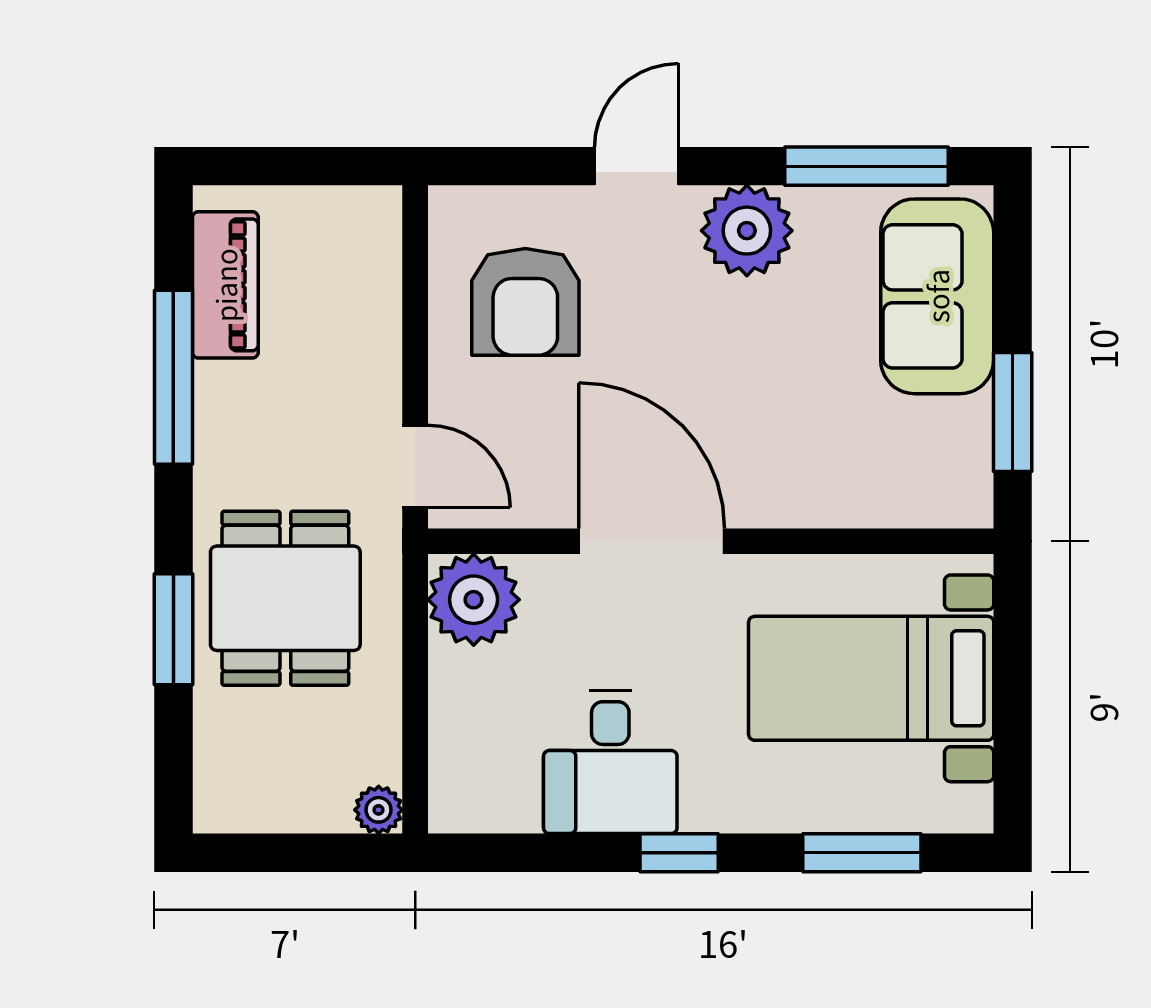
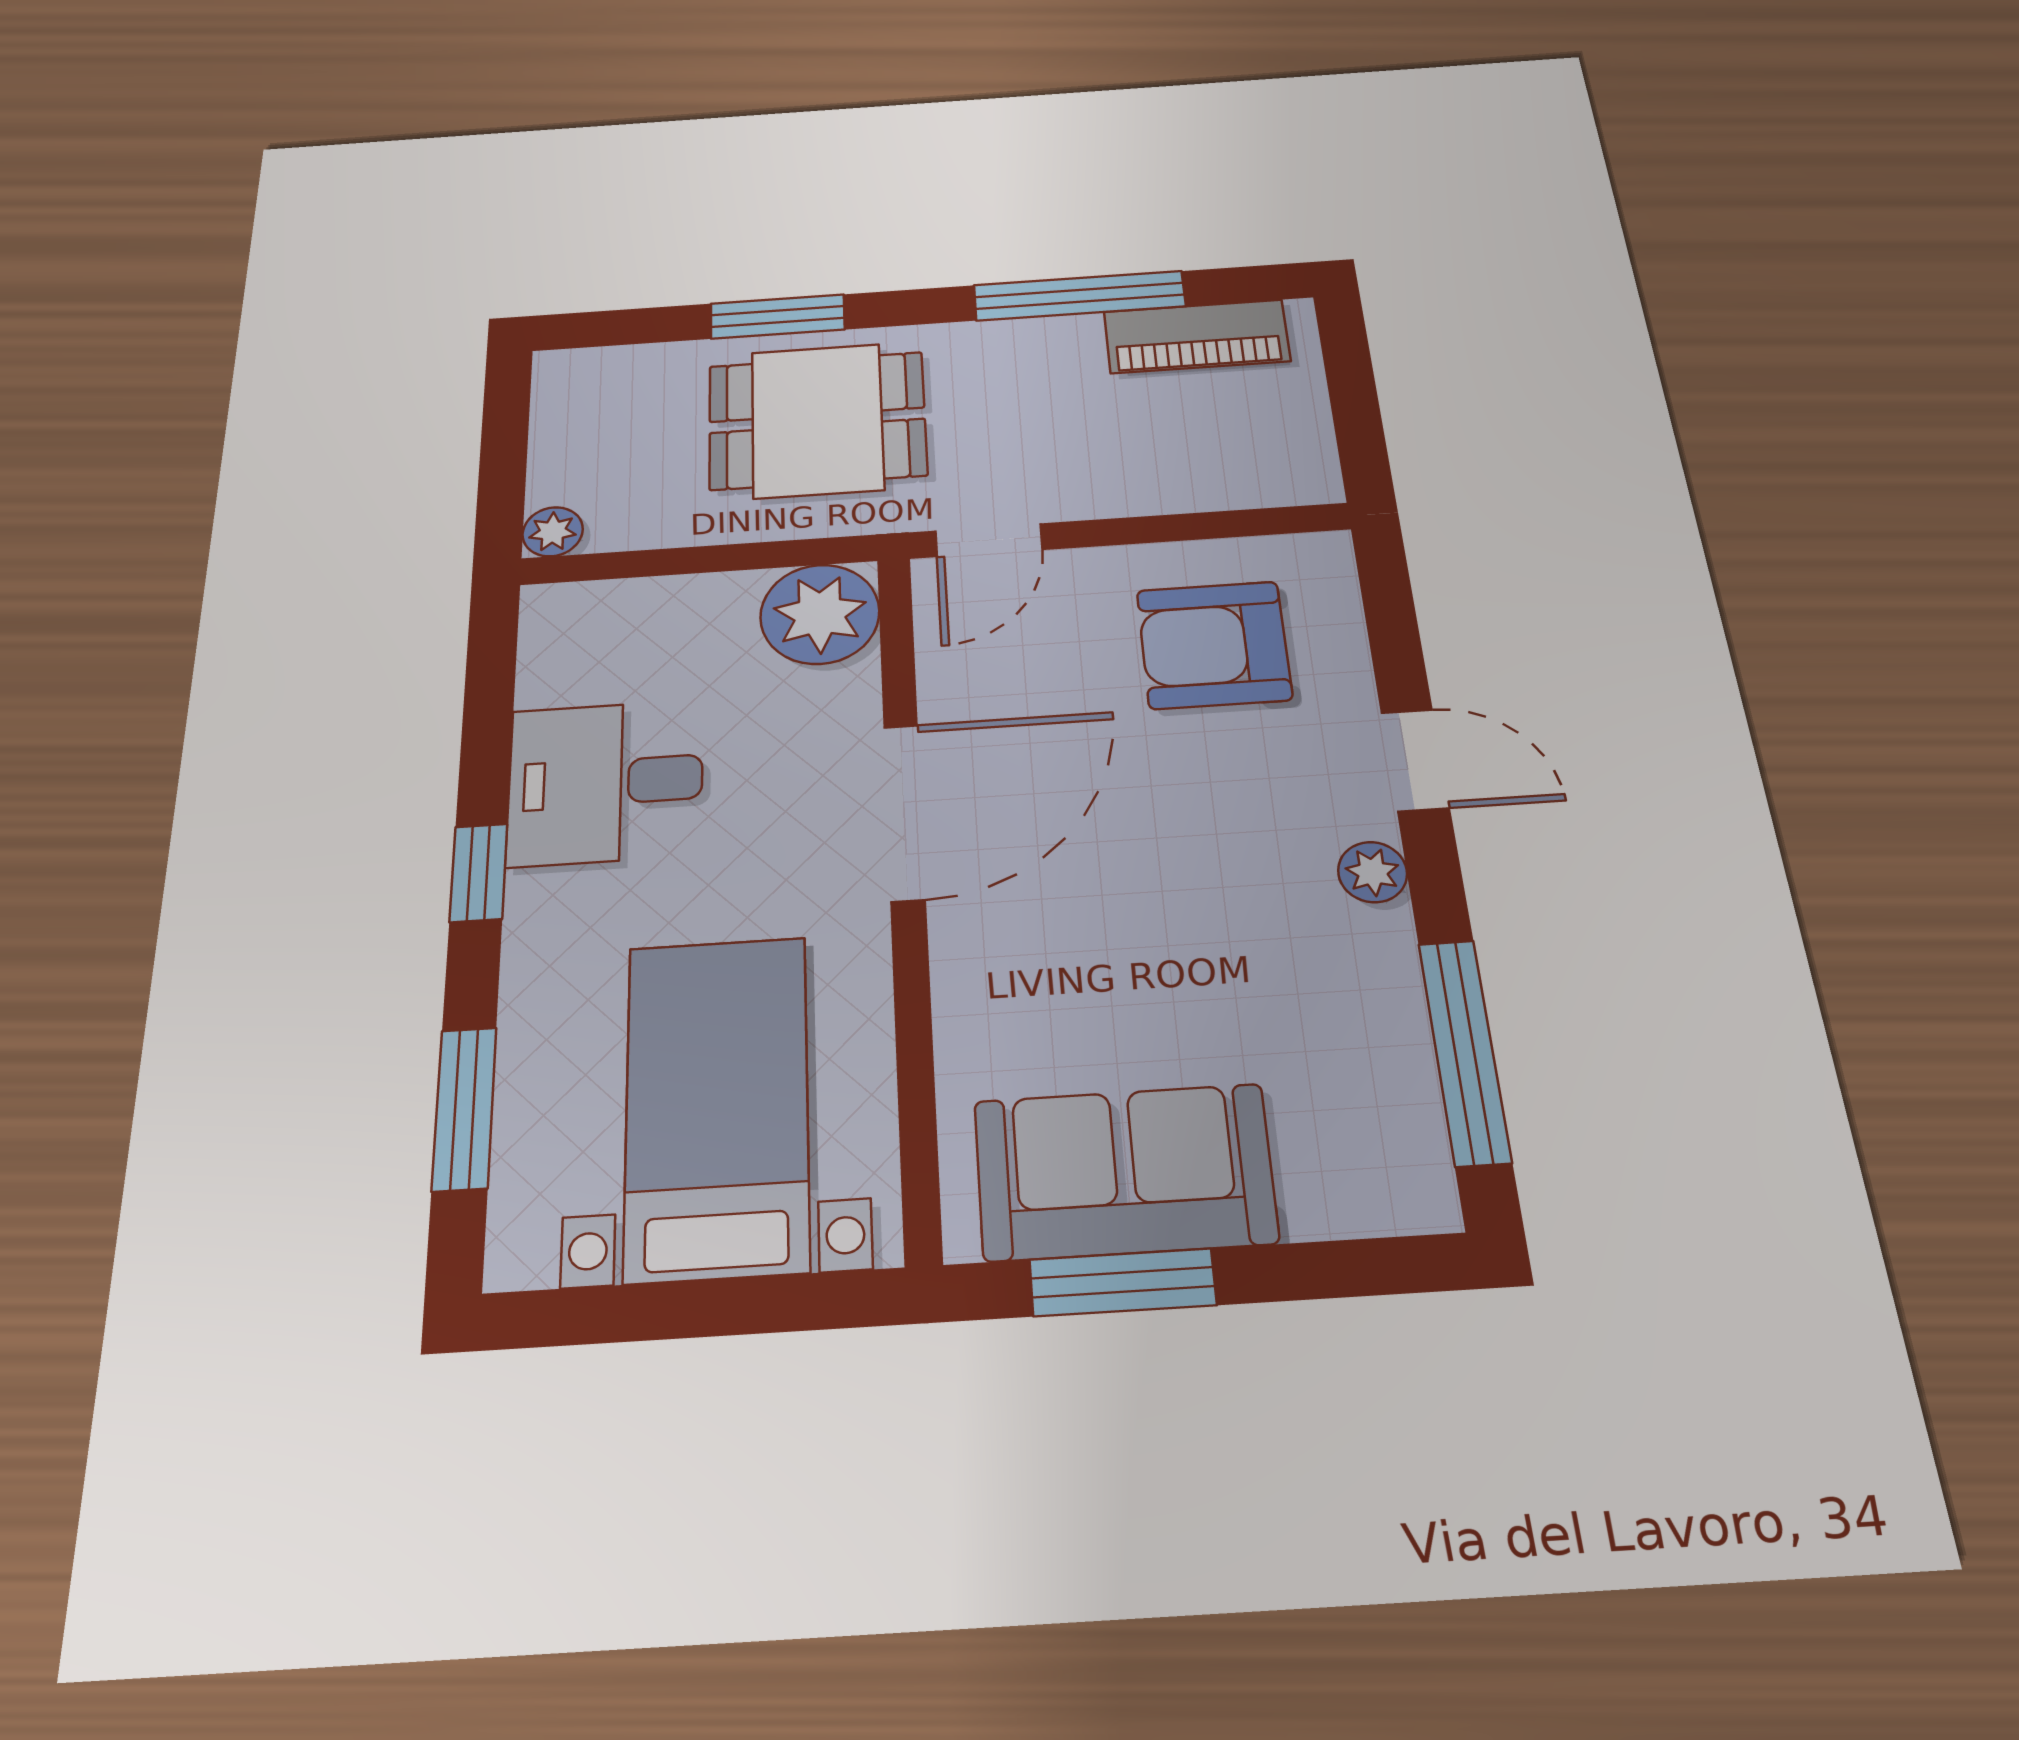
plant: (747, 231) -> (1373, 872), width x0.53, depth x0.53
sofa: (937, 296) -> (1125, 1172), moved

